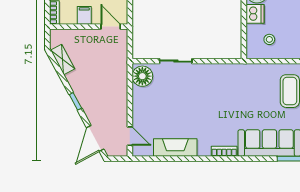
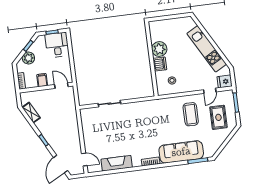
floor lamp: (142, 76) -> (88, 117), removed

